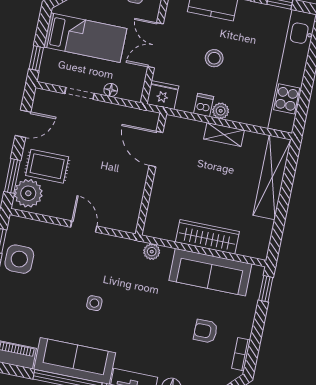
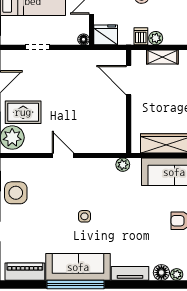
floor lamp: (111, 90) -> (84, 39), moved
door: (156, 149) -> (129, 80), moved
wall: (151, 174) -> (129, 101), moved

